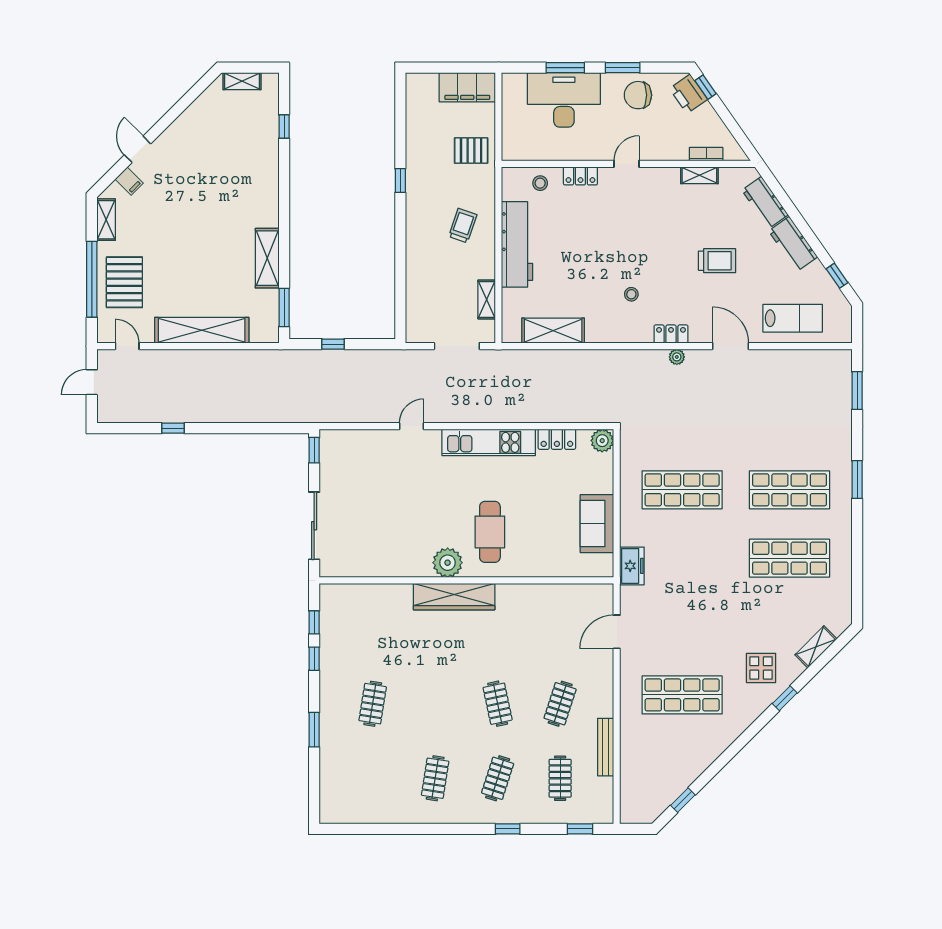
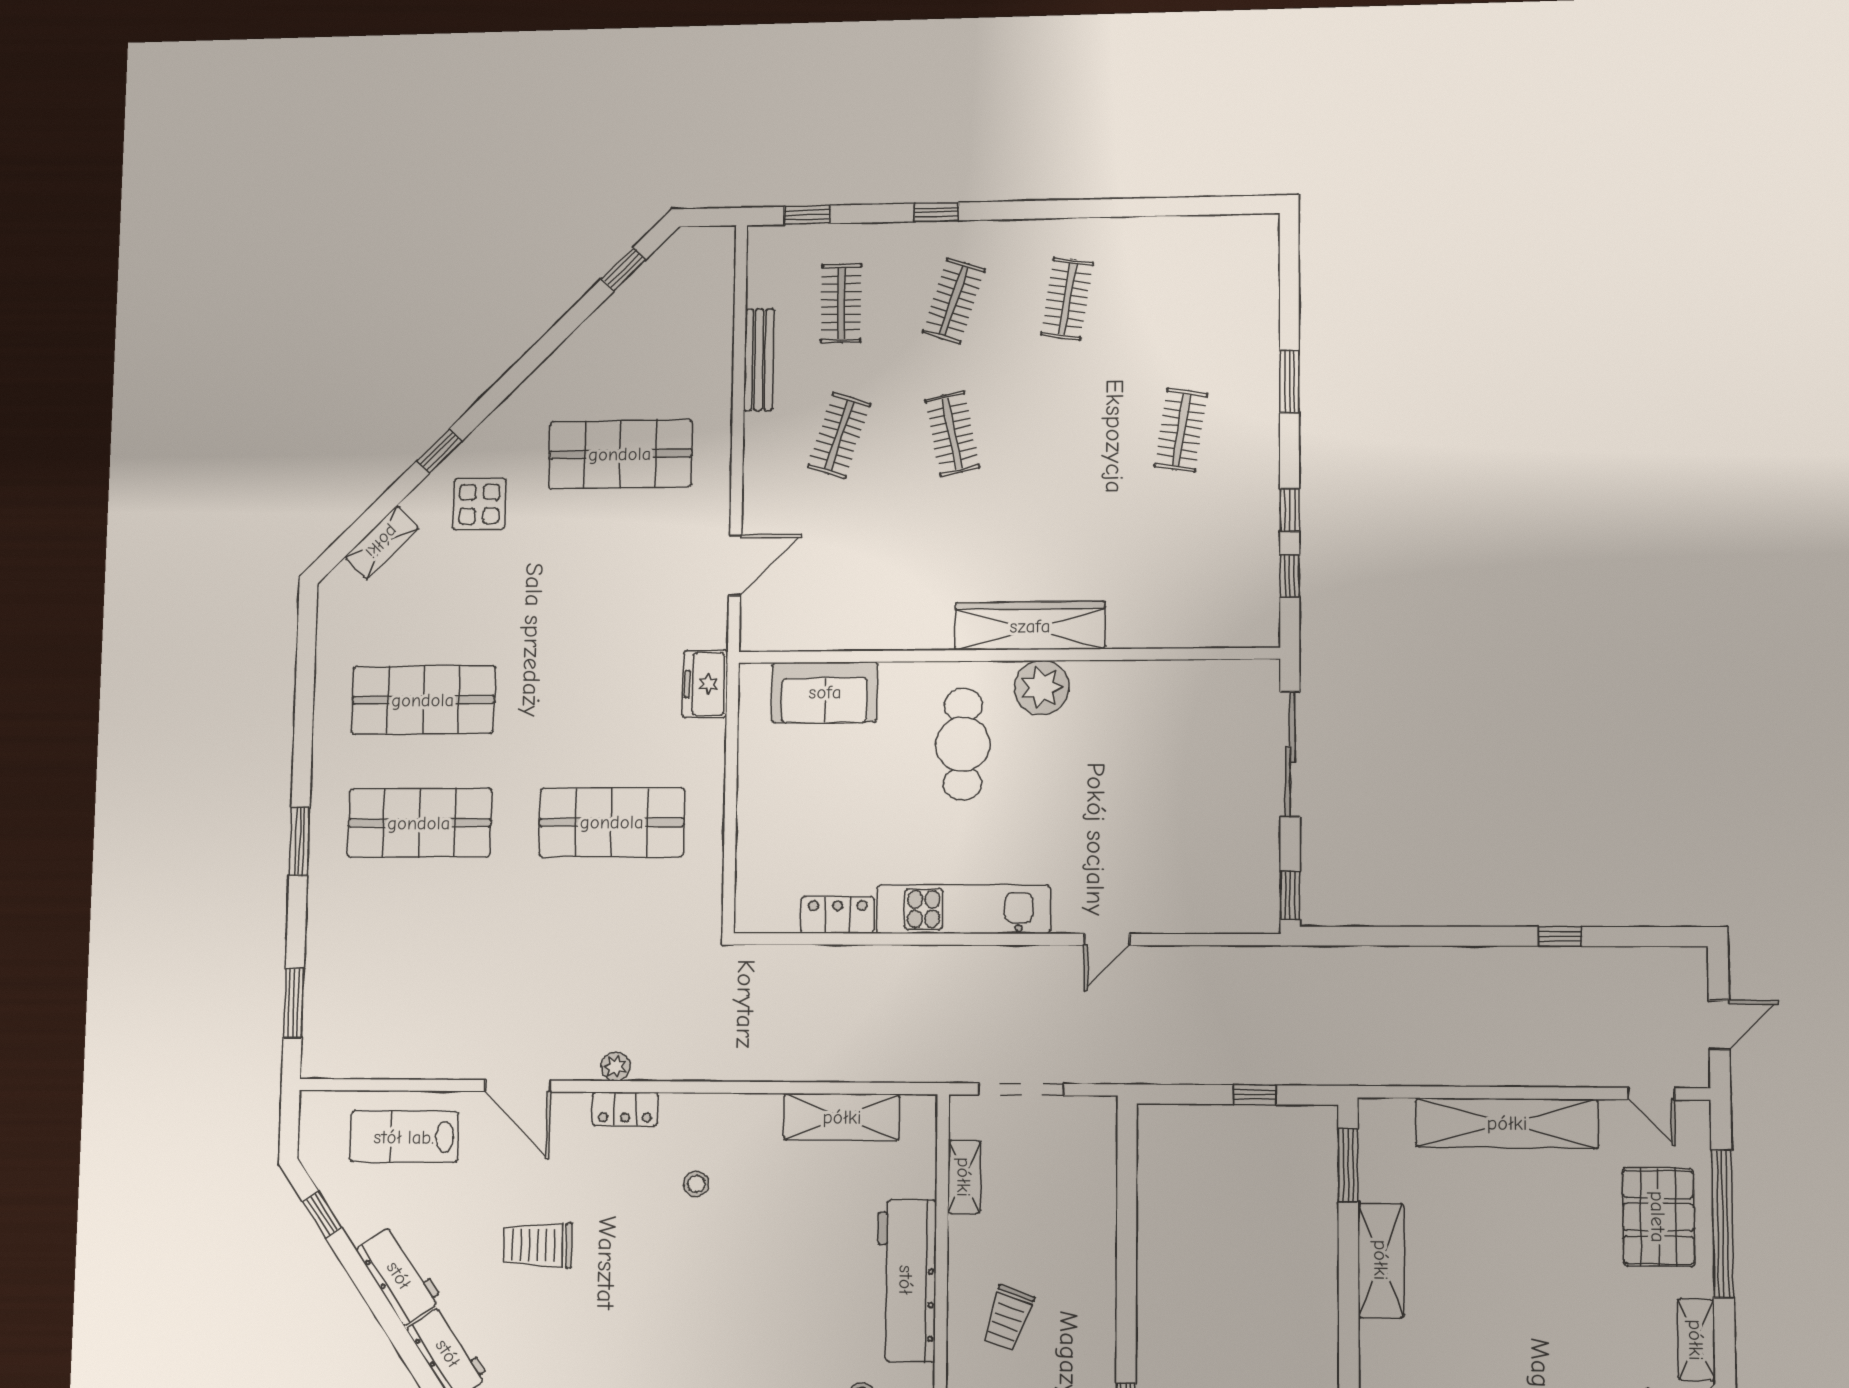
plant: (602, 441) -> (755, 912), removed
sofa: (597, 524) -> (825, 692), moved, turned 90

